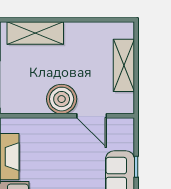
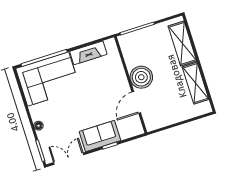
shelving: (124, 65) -> (196, 83), moved, turned 90

